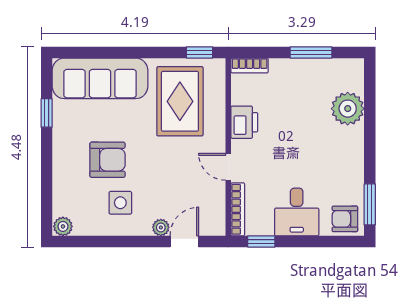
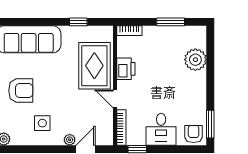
window: (200, 52) -> (78, 22), moved
rug: (180, 101) -> (94, 66), moved
armchair: (107, 160) -> (21, 91), moved
armchair: (345, 219) -> (194, 134), turned 90

